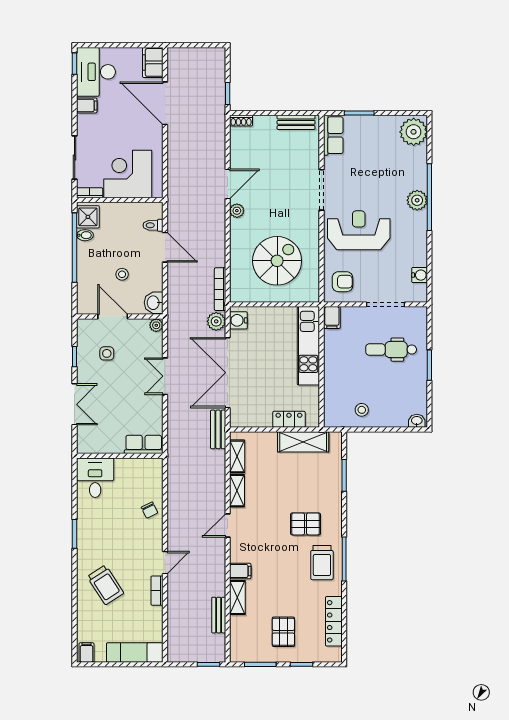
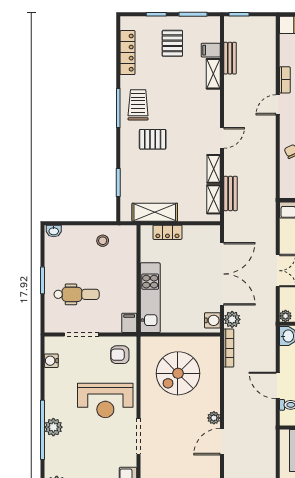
bench: (218, 429) -> (230, 193), moved
filing cabinet: (240, 571) -> (211, 50), moved

